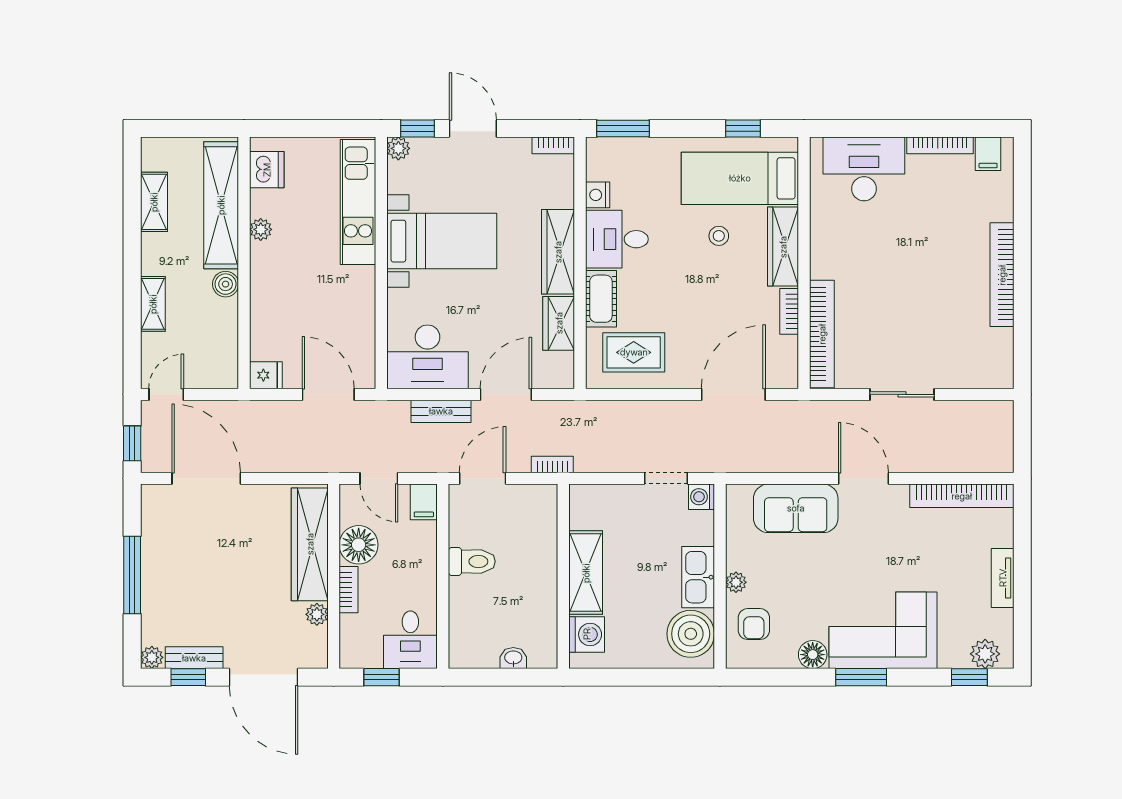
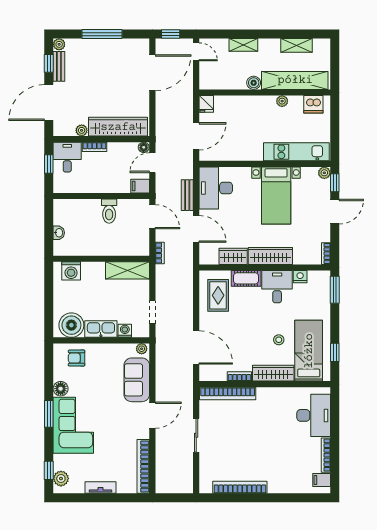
bookcase: (1002, 275) -> (240, 487), moved
washing machine: (702, 497) -> (125, 331), moved
floor lamp: (359, 545) -> (144, 147), moved, width x0.53, depth x0.53
shelving: (586, 573) -> (128, 270), moved
plant: (736, 582) -> (142, 349), moved
desk: (410, 640) -> (67, 157), moved, turned 90

